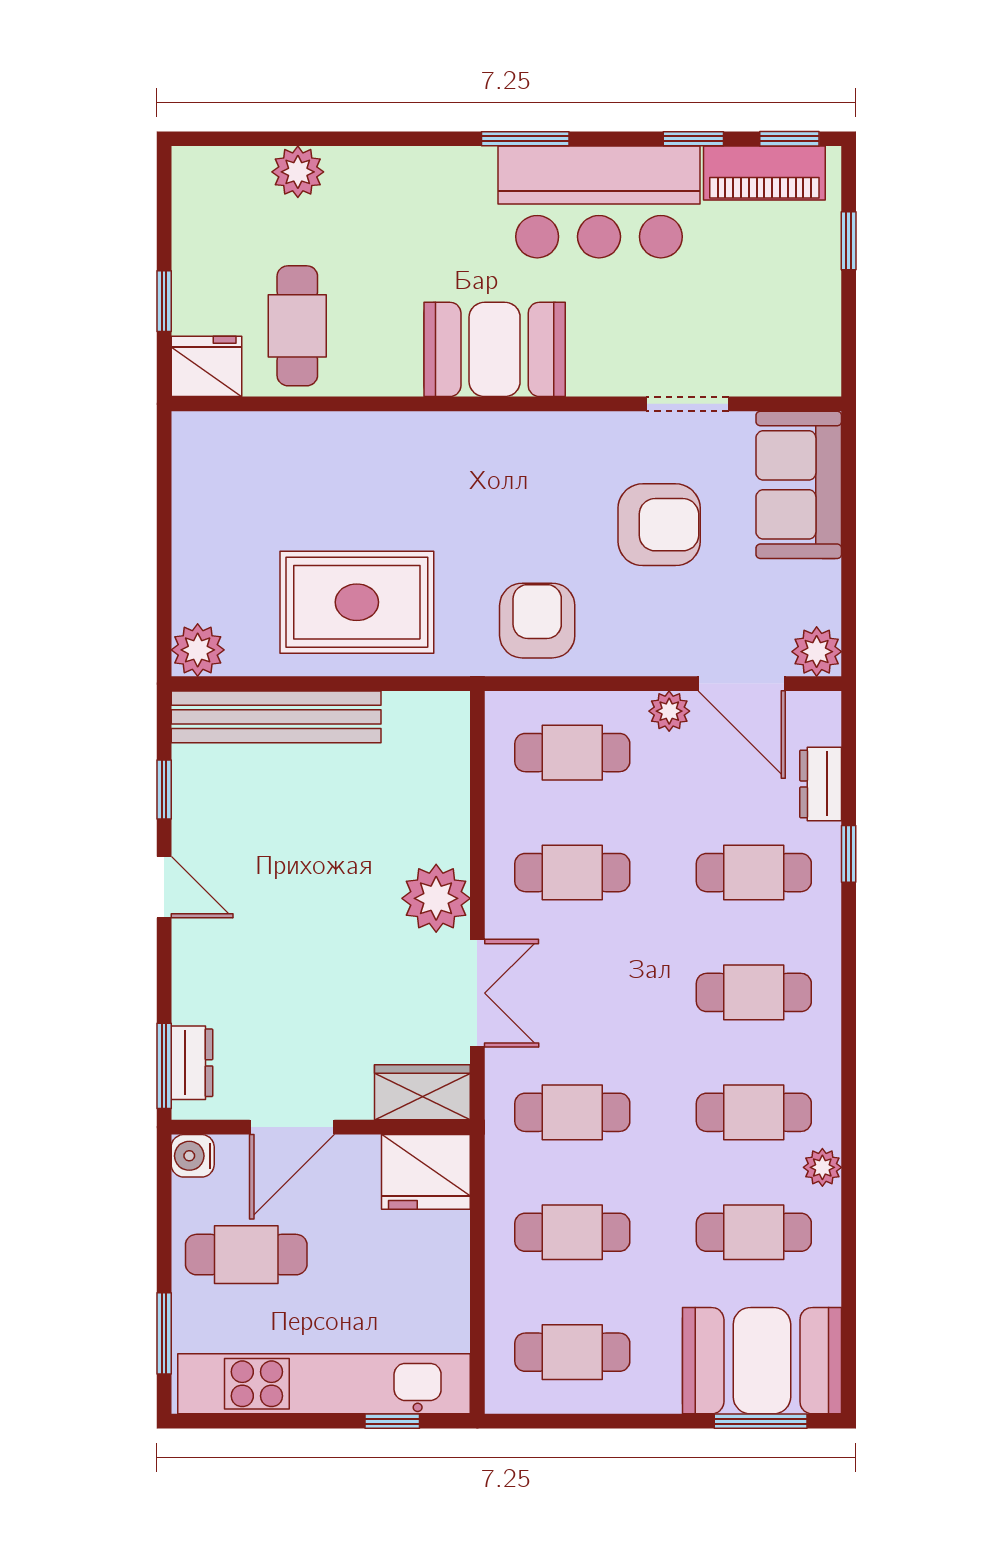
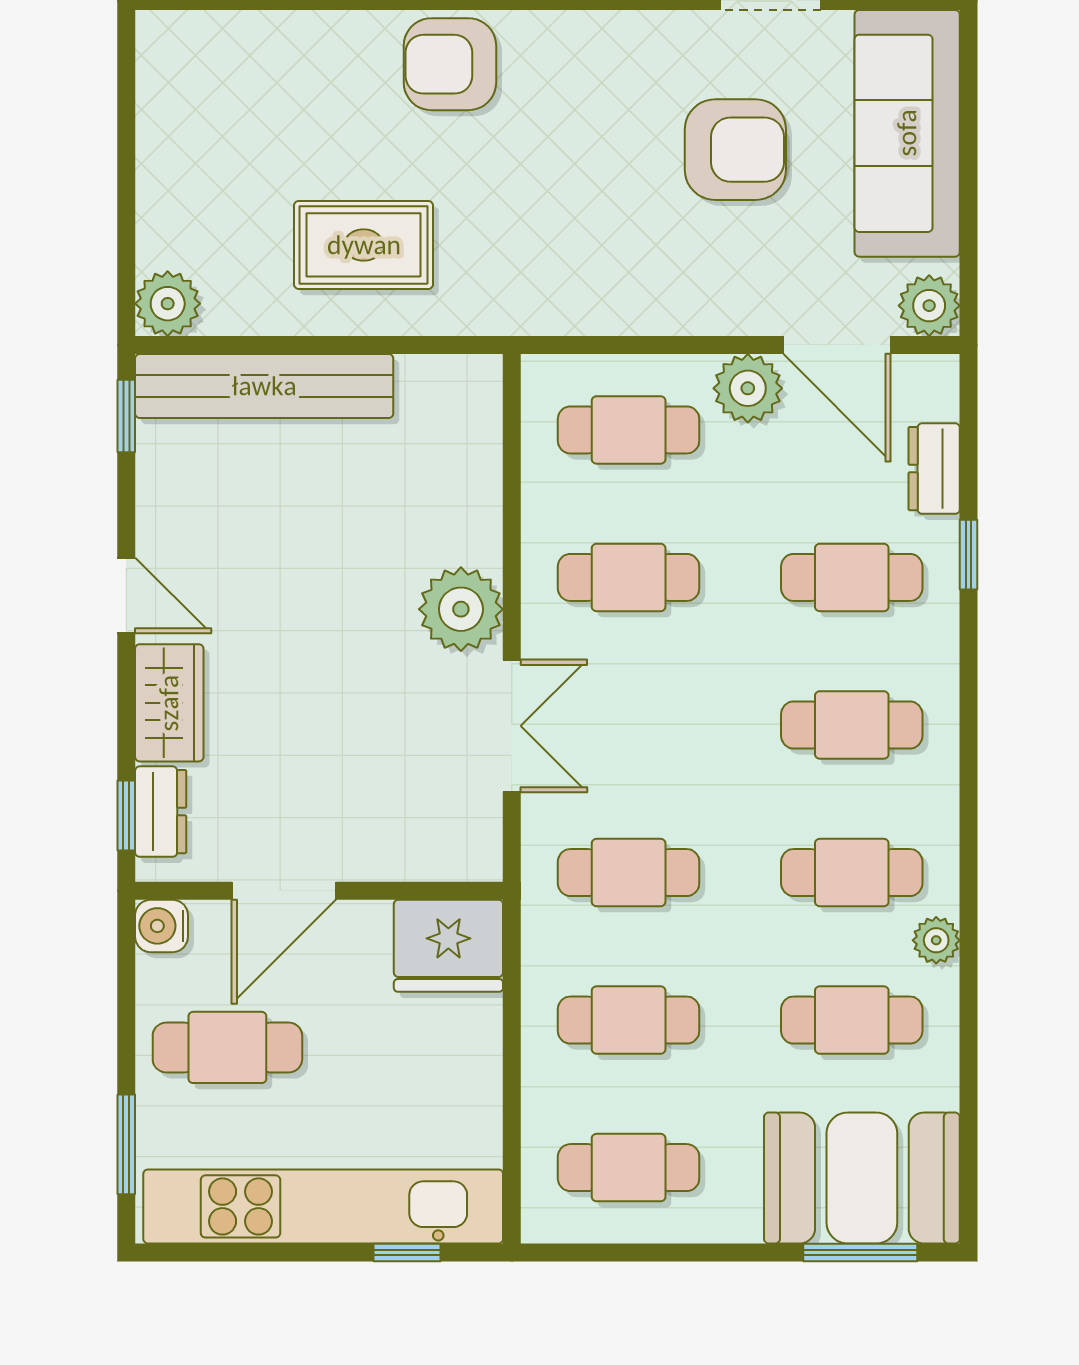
sofa: (799, 485) -> (907, 133), width x1.36
rug: (357, 602) -> (364, 245), width x0.73, depth x0.70
armchair: (537, 621) -> (450, 64), moved, turned -90
plant: (669, 711) -> (748, 388), width x1.38, depth x1.38
window: (164, 790) -> (126, 416), moved
window: (164, 1066) -> (126, 815), width x0.67
wardrobe: (422, 1092) -> (169, 703), moved, turned 90

